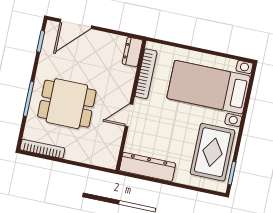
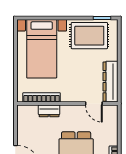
dresser: (132, 52) -> (49, 111), moved
door: (129, 115) -> (94, 104), moved

